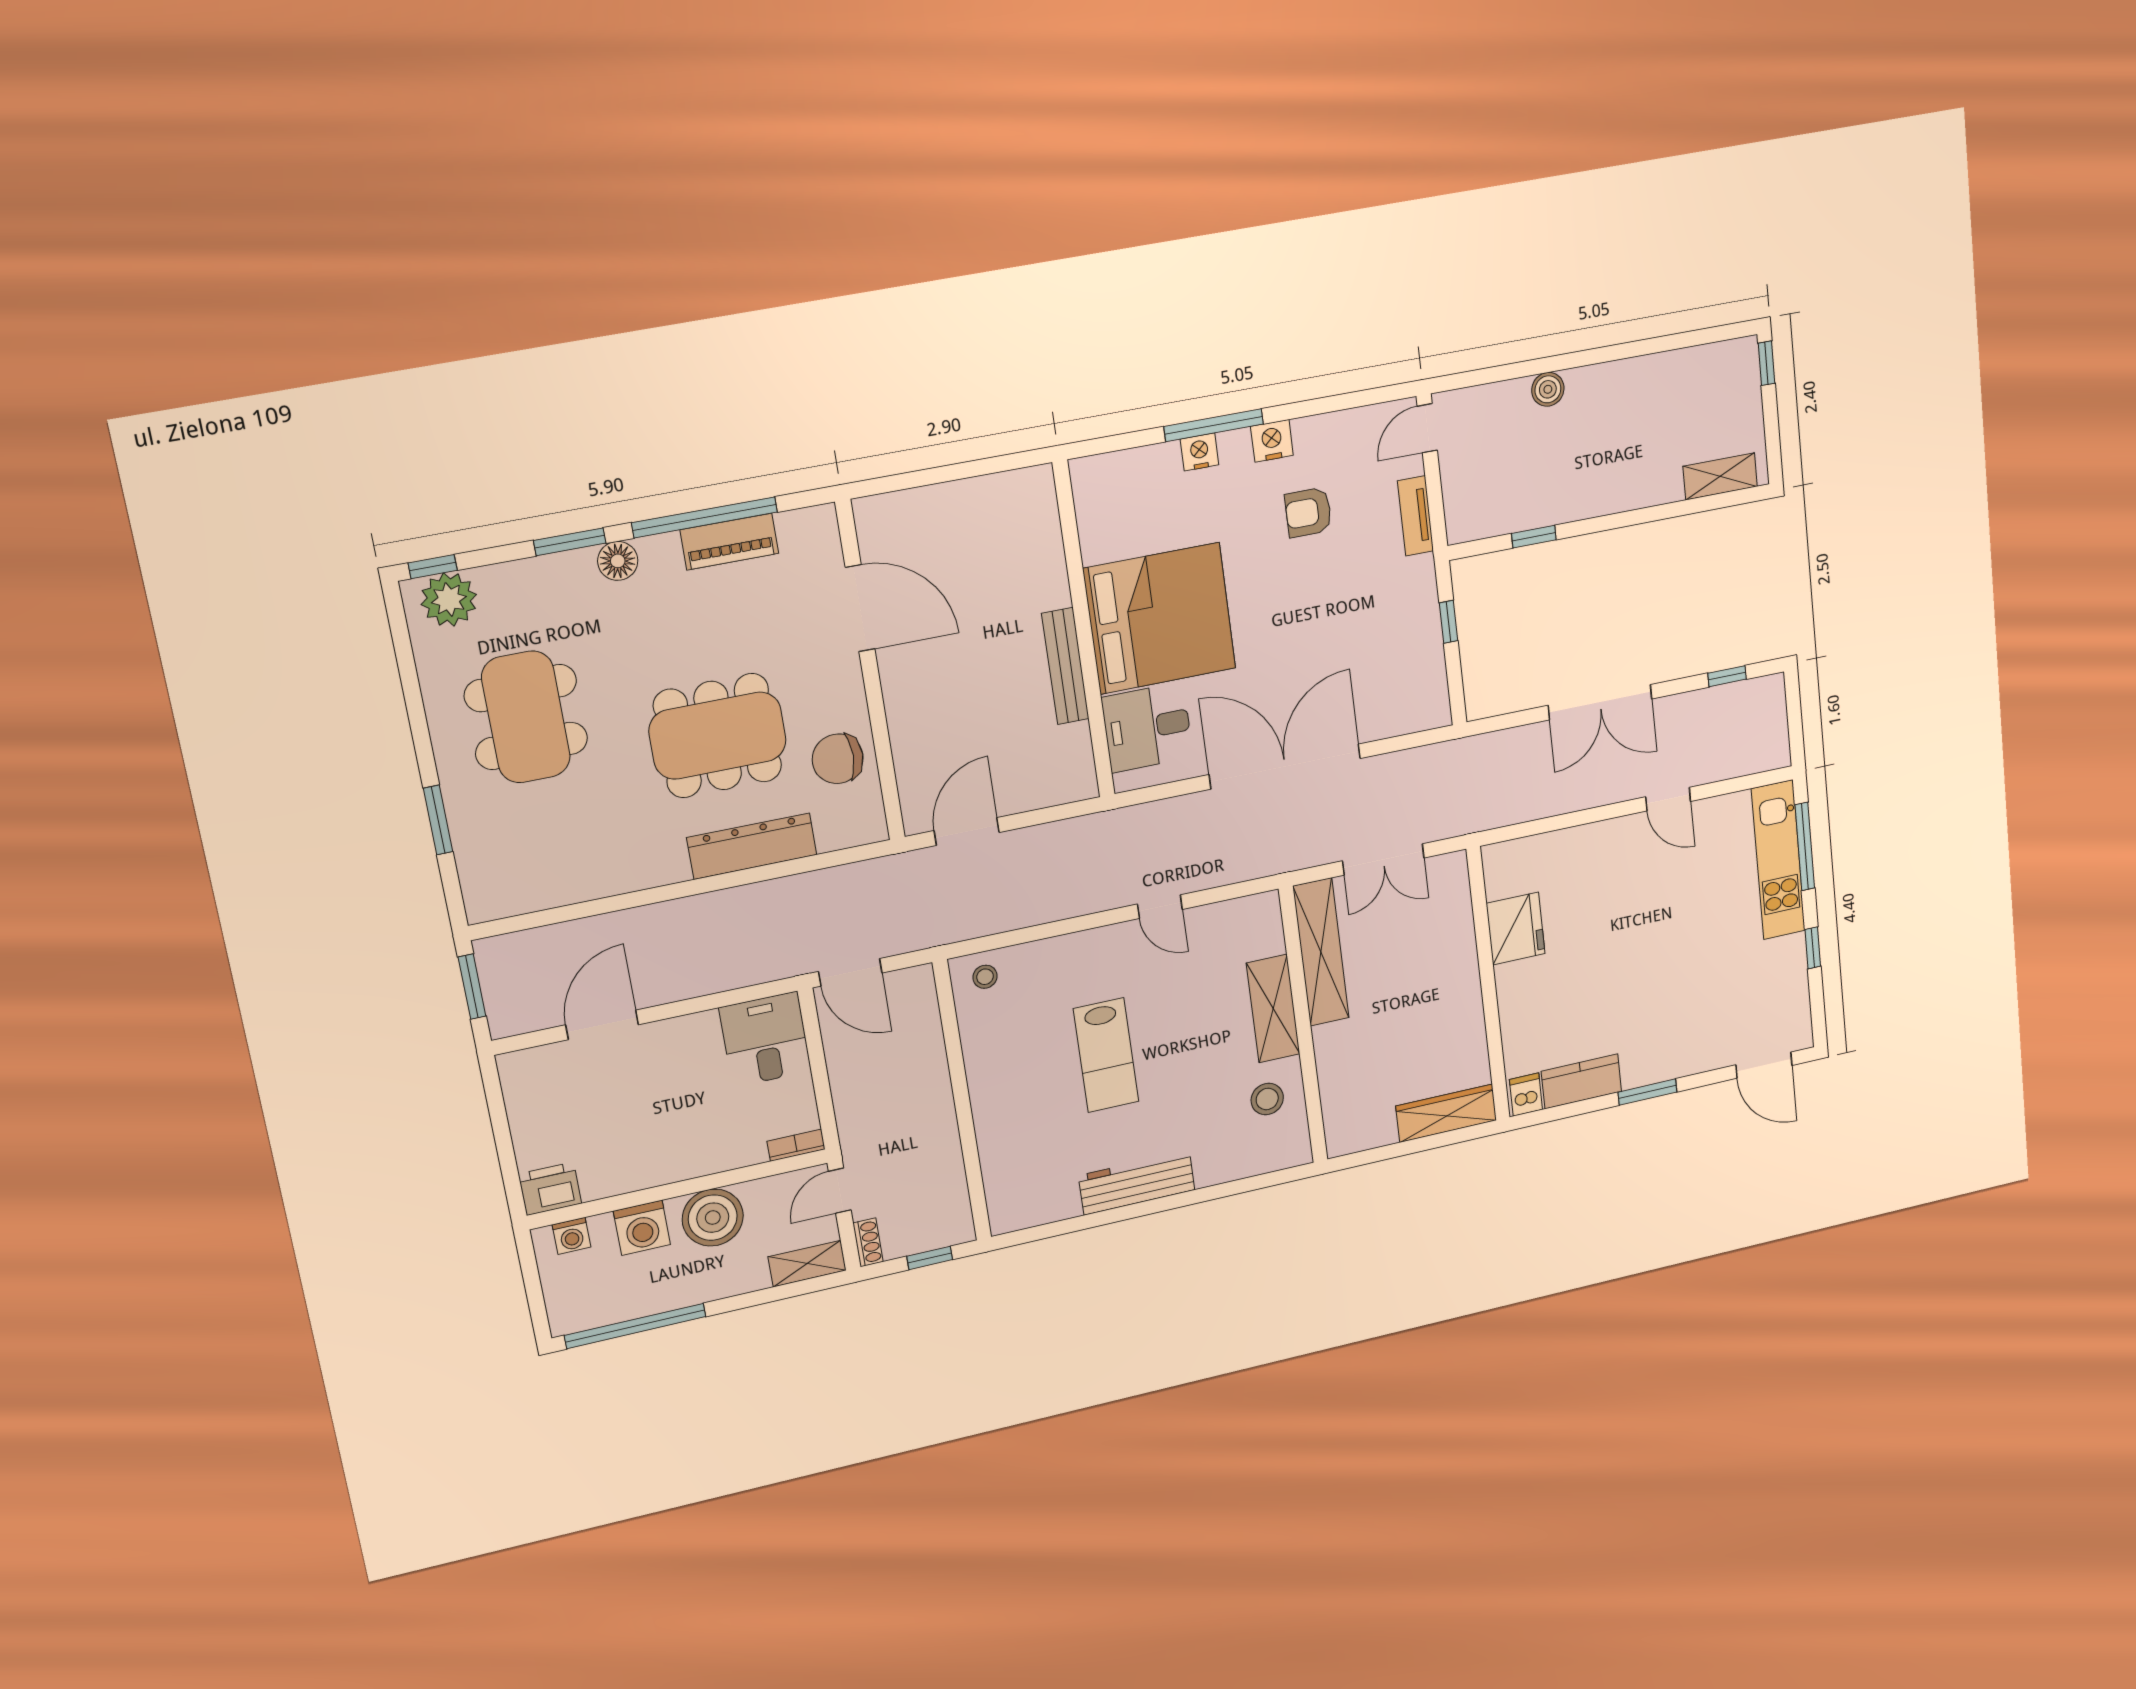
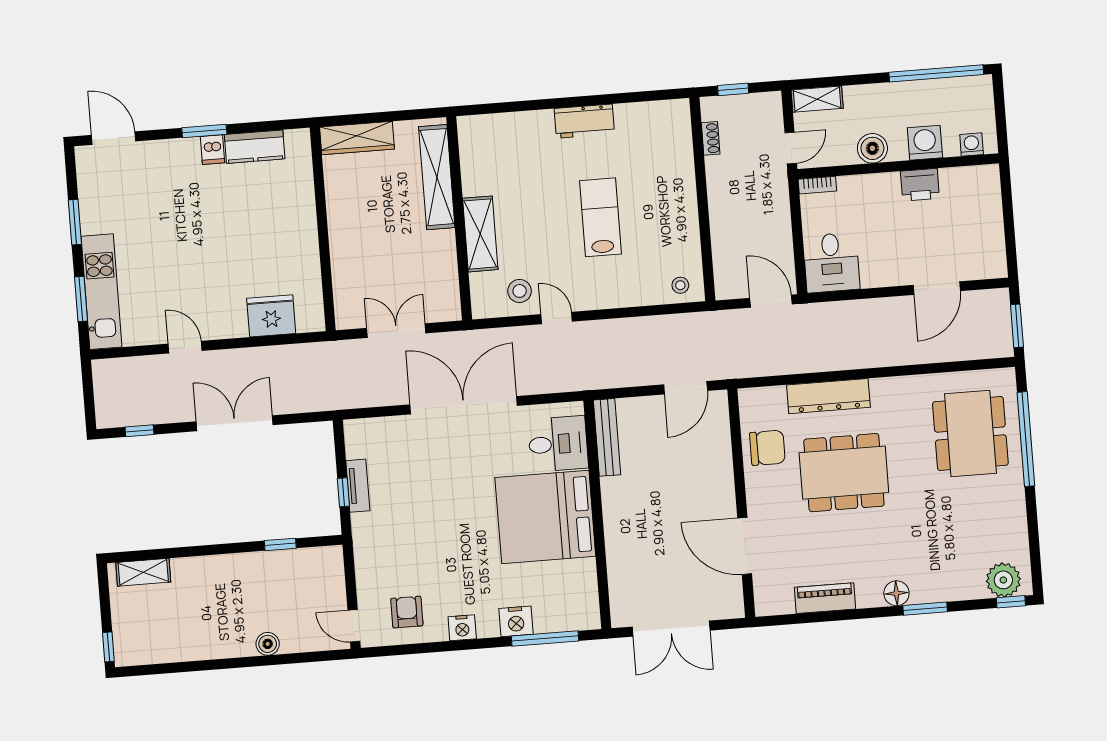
window: (1214, 425) -> (545, 638), moved
door: (1427, 428) -> (354, 626), swing flipped
nightstand: (1200, 452) -> (516, 621), width x1.36, depth x1.33
double door: (962, 471) -> (671, 629), added
armchair: (1308, 512) -> (407, 612), moved, turned -90
tv unit: (1416, 516) -> (358, 486), moved
window: (705, 517) -> (839, 615), removed
bench: (1065, 666) -> (607, 437), moved
dining table: (526, 717) -> (970, 434), moved
double door: (1285, 766) -> (464, 405), swing flipped
window: (438, 820) -> (1026, 439), width x2.11
window: (1805, 846) -> (81, 299), width x0.69
fridge: (1516, 929) -> (271, 316), moved, turned 90
window: (1813, 948) -> (75, 222), width x1.50
shelving: (1321, 952) -> (437, 177), moved
dishwasher: (1526, 1095) -> (212, 150), moved
stool: (1267, 1099) -> (520, 291), moved
workbench: (1137, 1183) -> (584, 121), width x0.73
printer: (550, 1189) -> (920, 185), moved
boiler: (713, 1218) -> (872, 148), width x0.73, depth x0.73
shoe rack: (868, 1242) -> (711, 138), moved, turned 180

